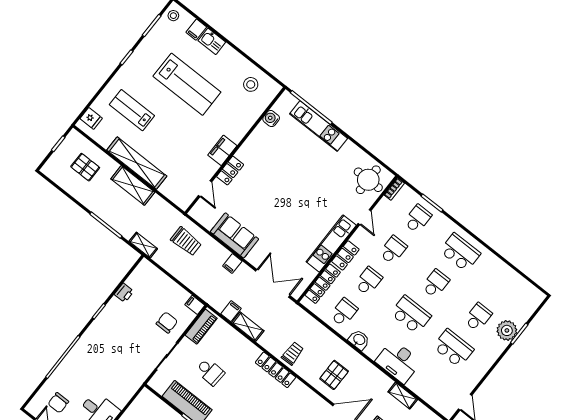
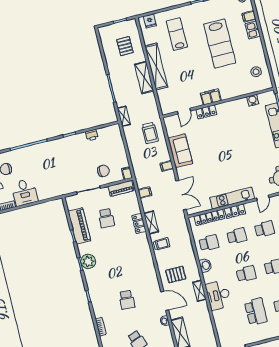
school desk: (411, 315) -> (246, 274), width x0.54
shelving: (248, 327) -> (151, 223), moved
locker: (276, 370) -> (139, 223), moved, width x0.66
shelving: (403, 396) -> (199, 291), moved

